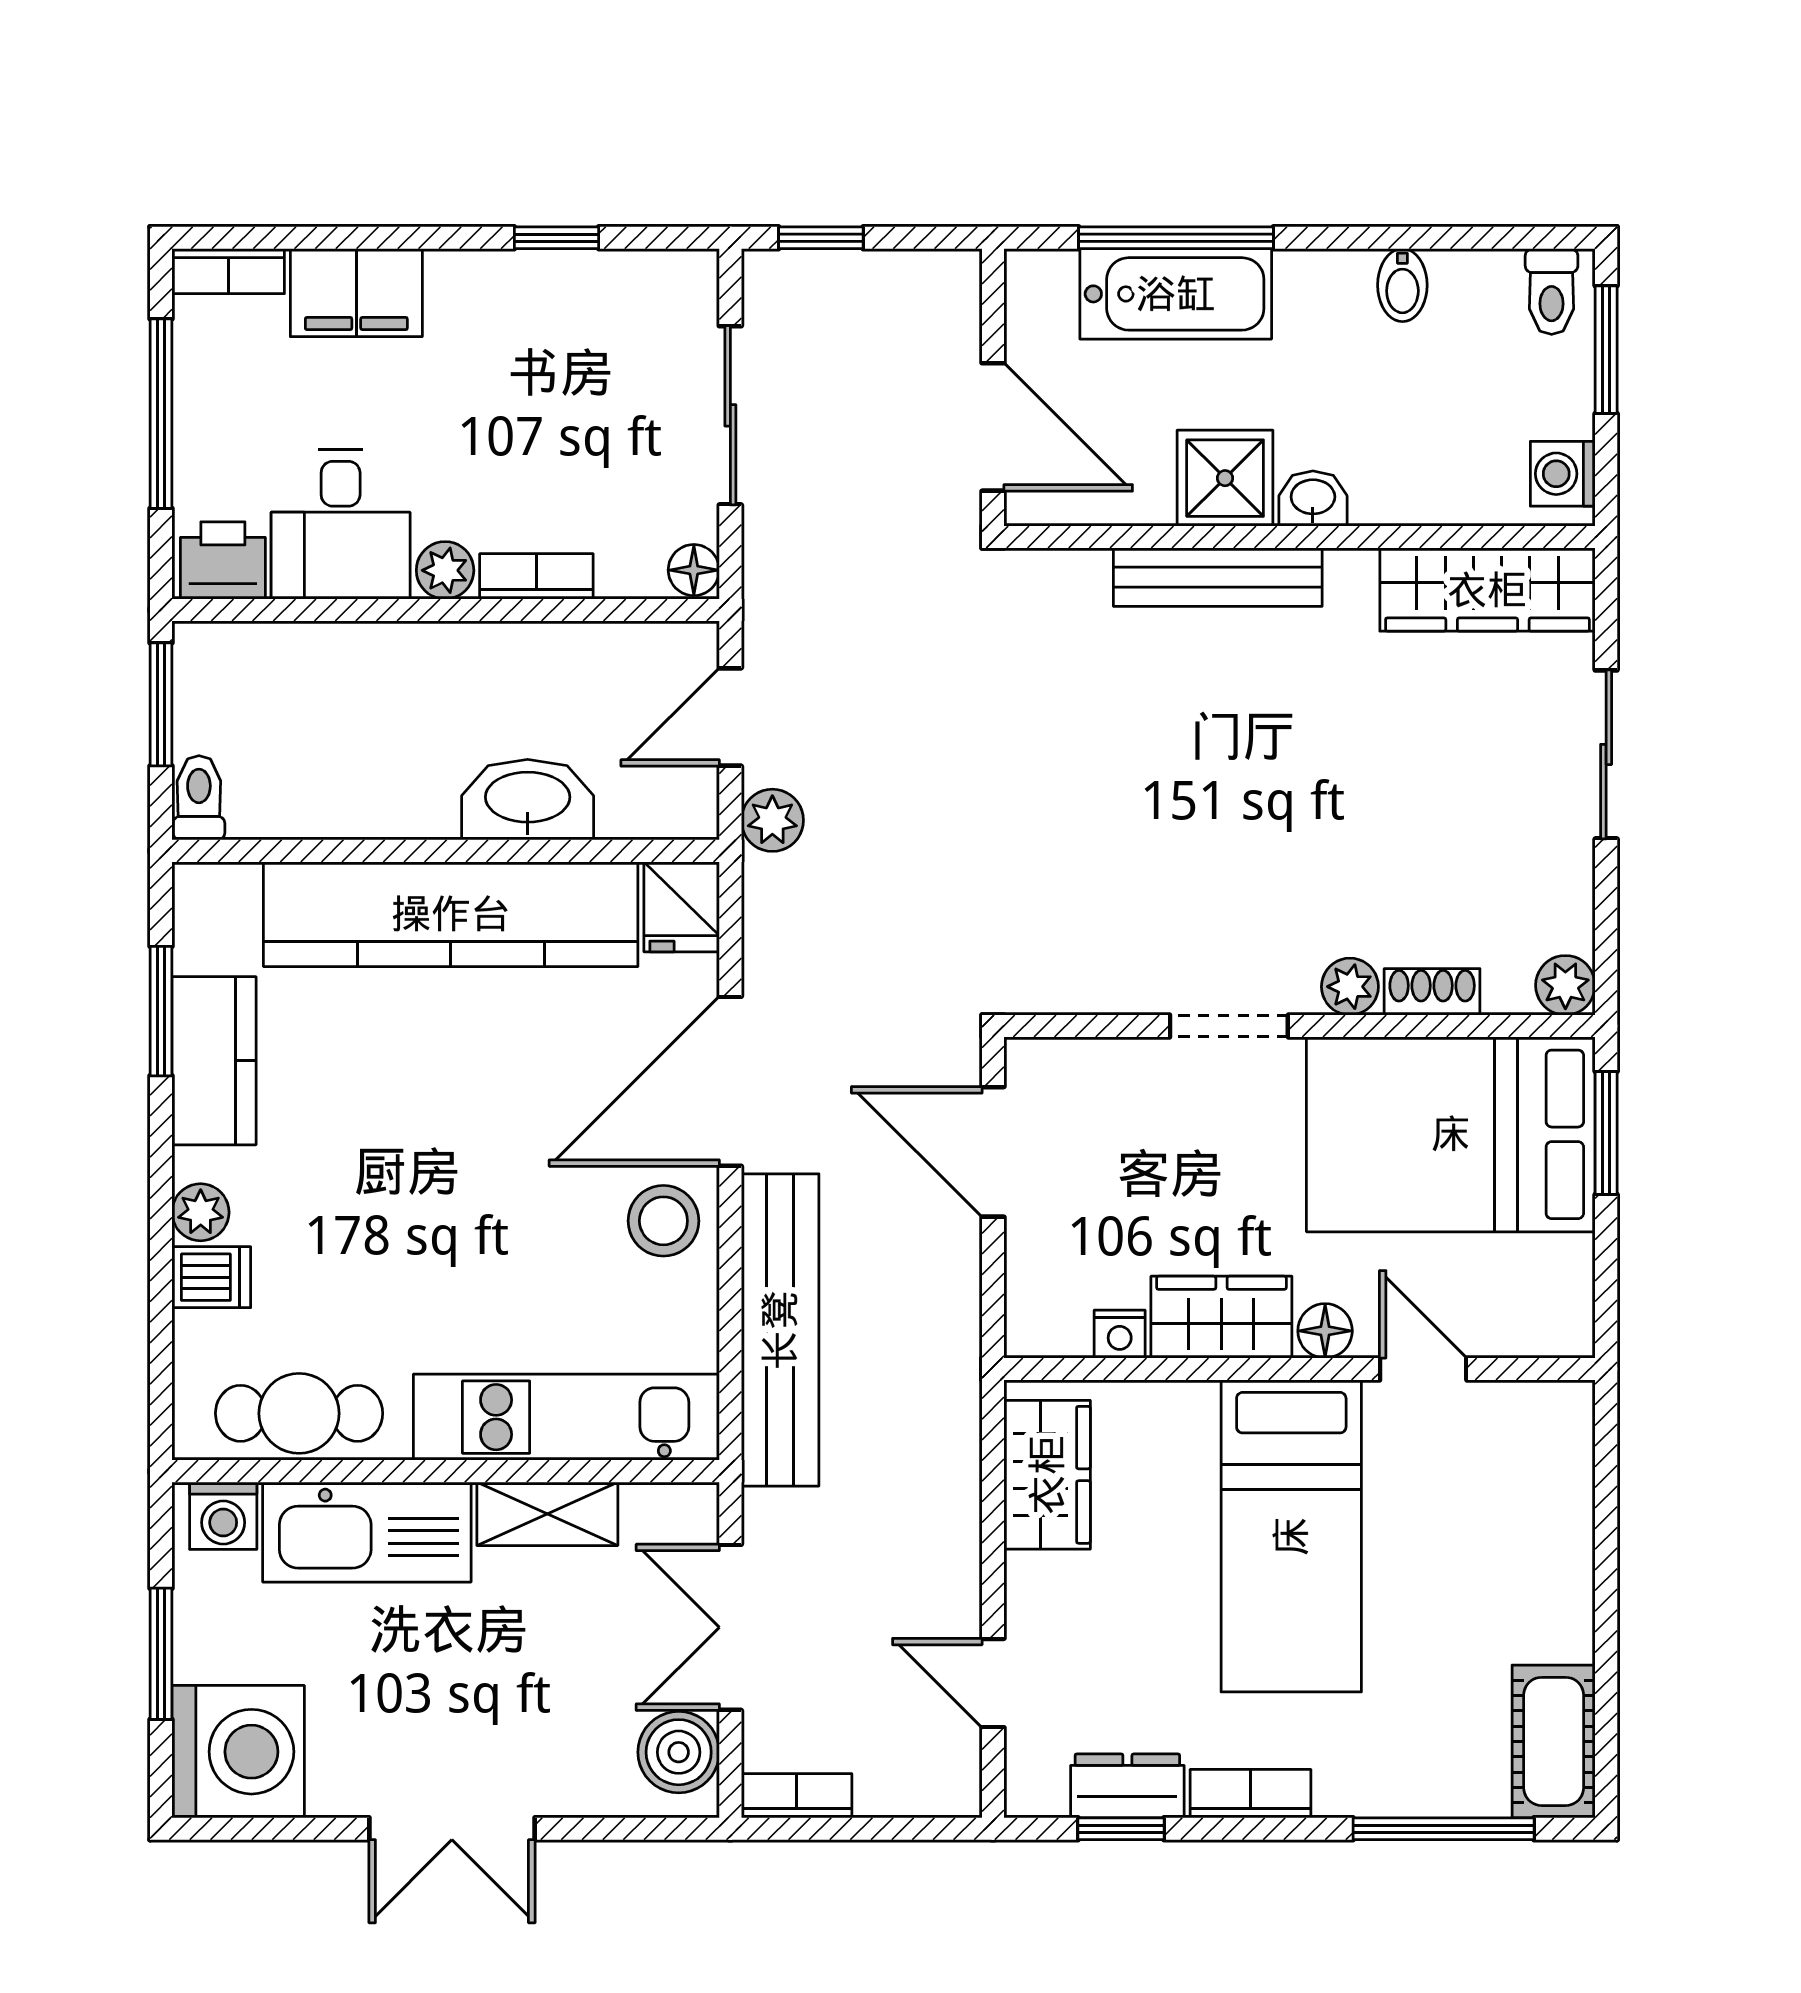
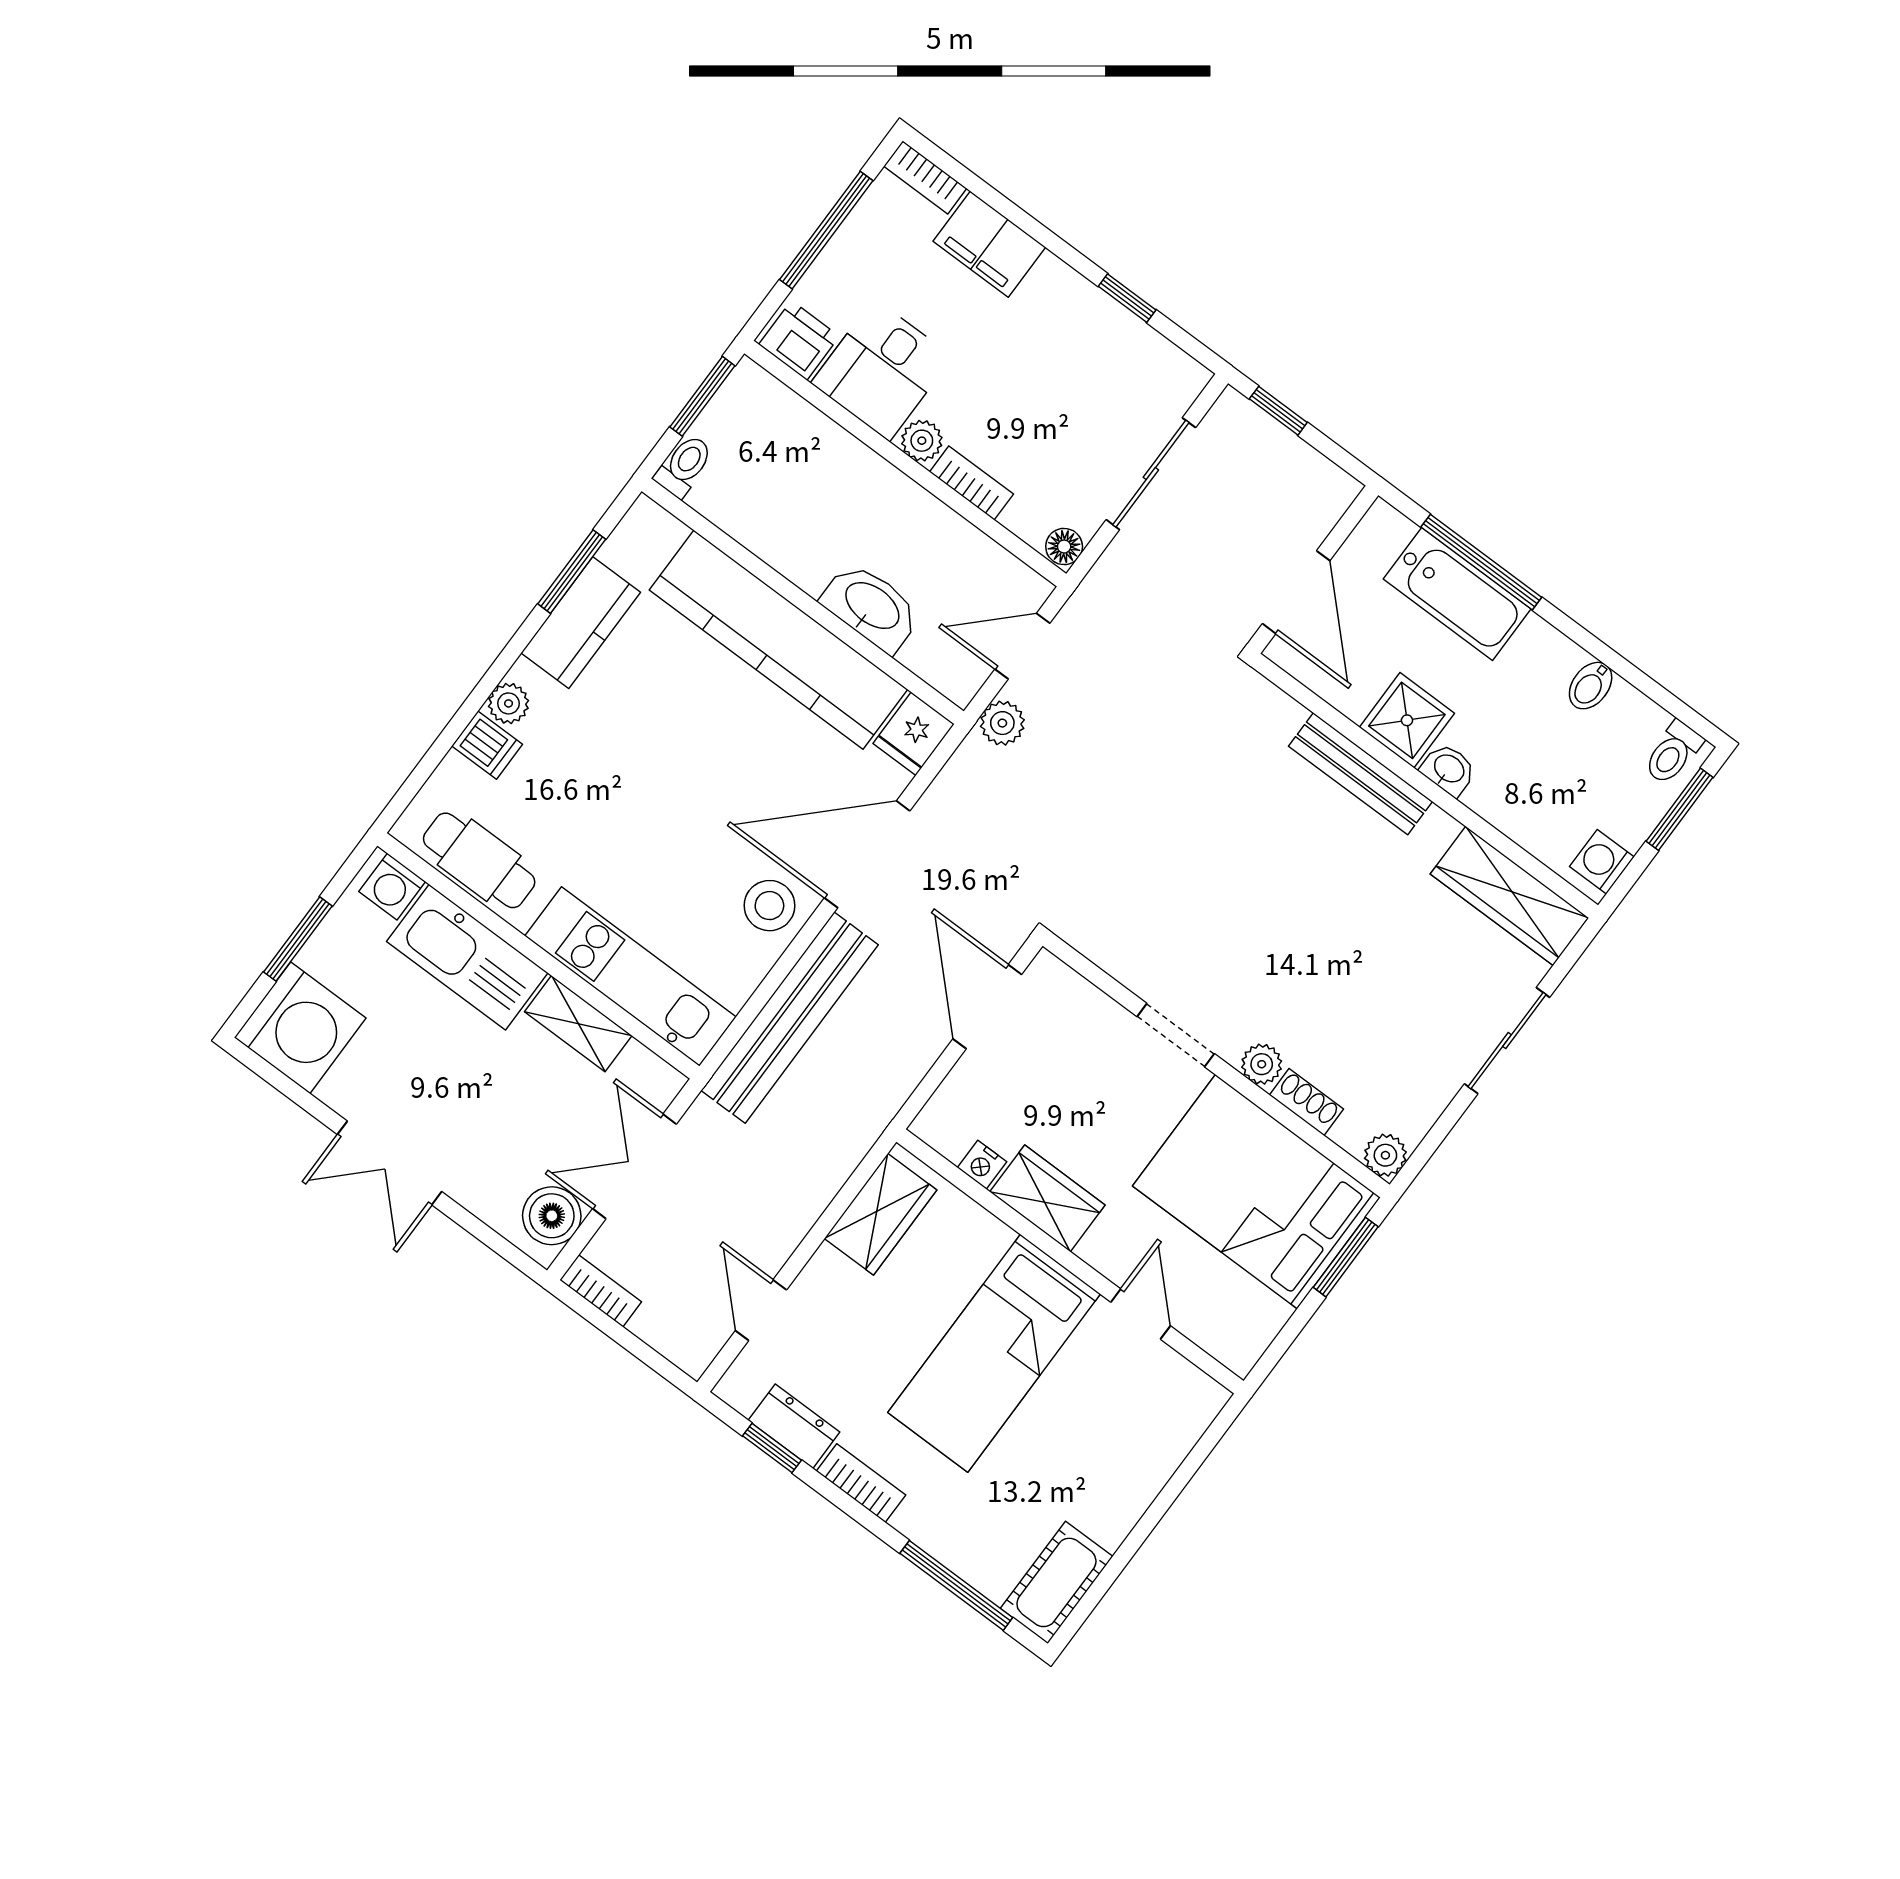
floor lamp: (1325, 1331) -> (1101, 1250), removed

